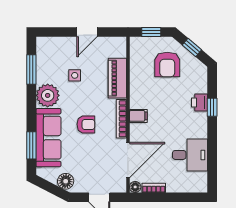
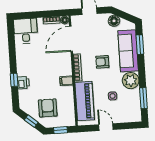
door: (87, 32) -> (106, 127), hinge flipped
piano: (117, 78) -> (85, 101), width x1.37, depth x1.33
filing cabinet: (138, 116) -> (66, 81), moved
desk: (190, 155) -> (26, 31), moved, turned 90

